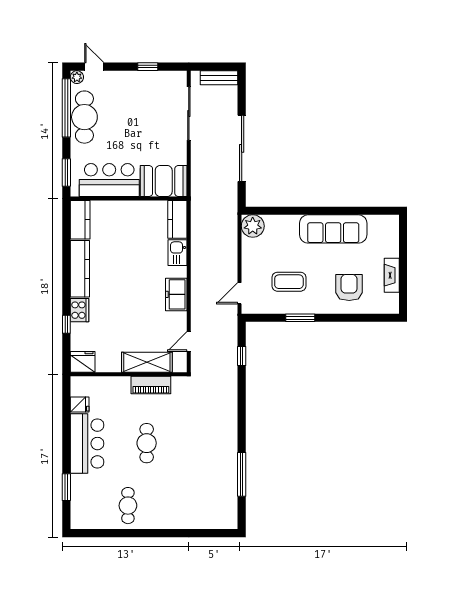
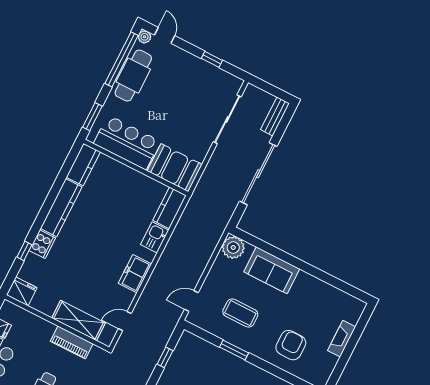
bench: (219, 78) -> (275, 116), moved, turned 90
sofa: (333, 229) -> (272, 270), moved, width x0.73
fireplace: (392, 275) -> (342, 339), moved

